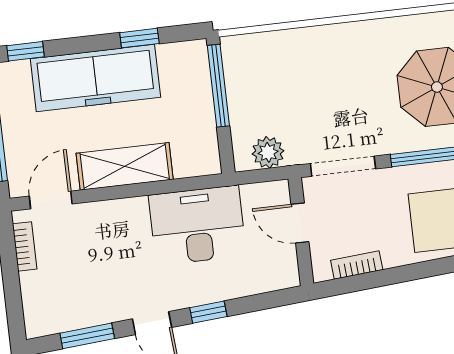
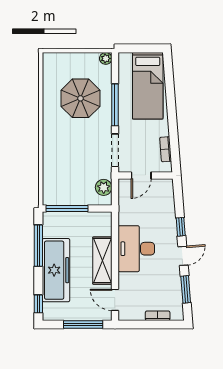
window: (139, 38) -> (38, 246), width x2.17
desk: (197, 225) -> (136, 249), moved
bookcase: (25, 246) -> (158, 316), moved

